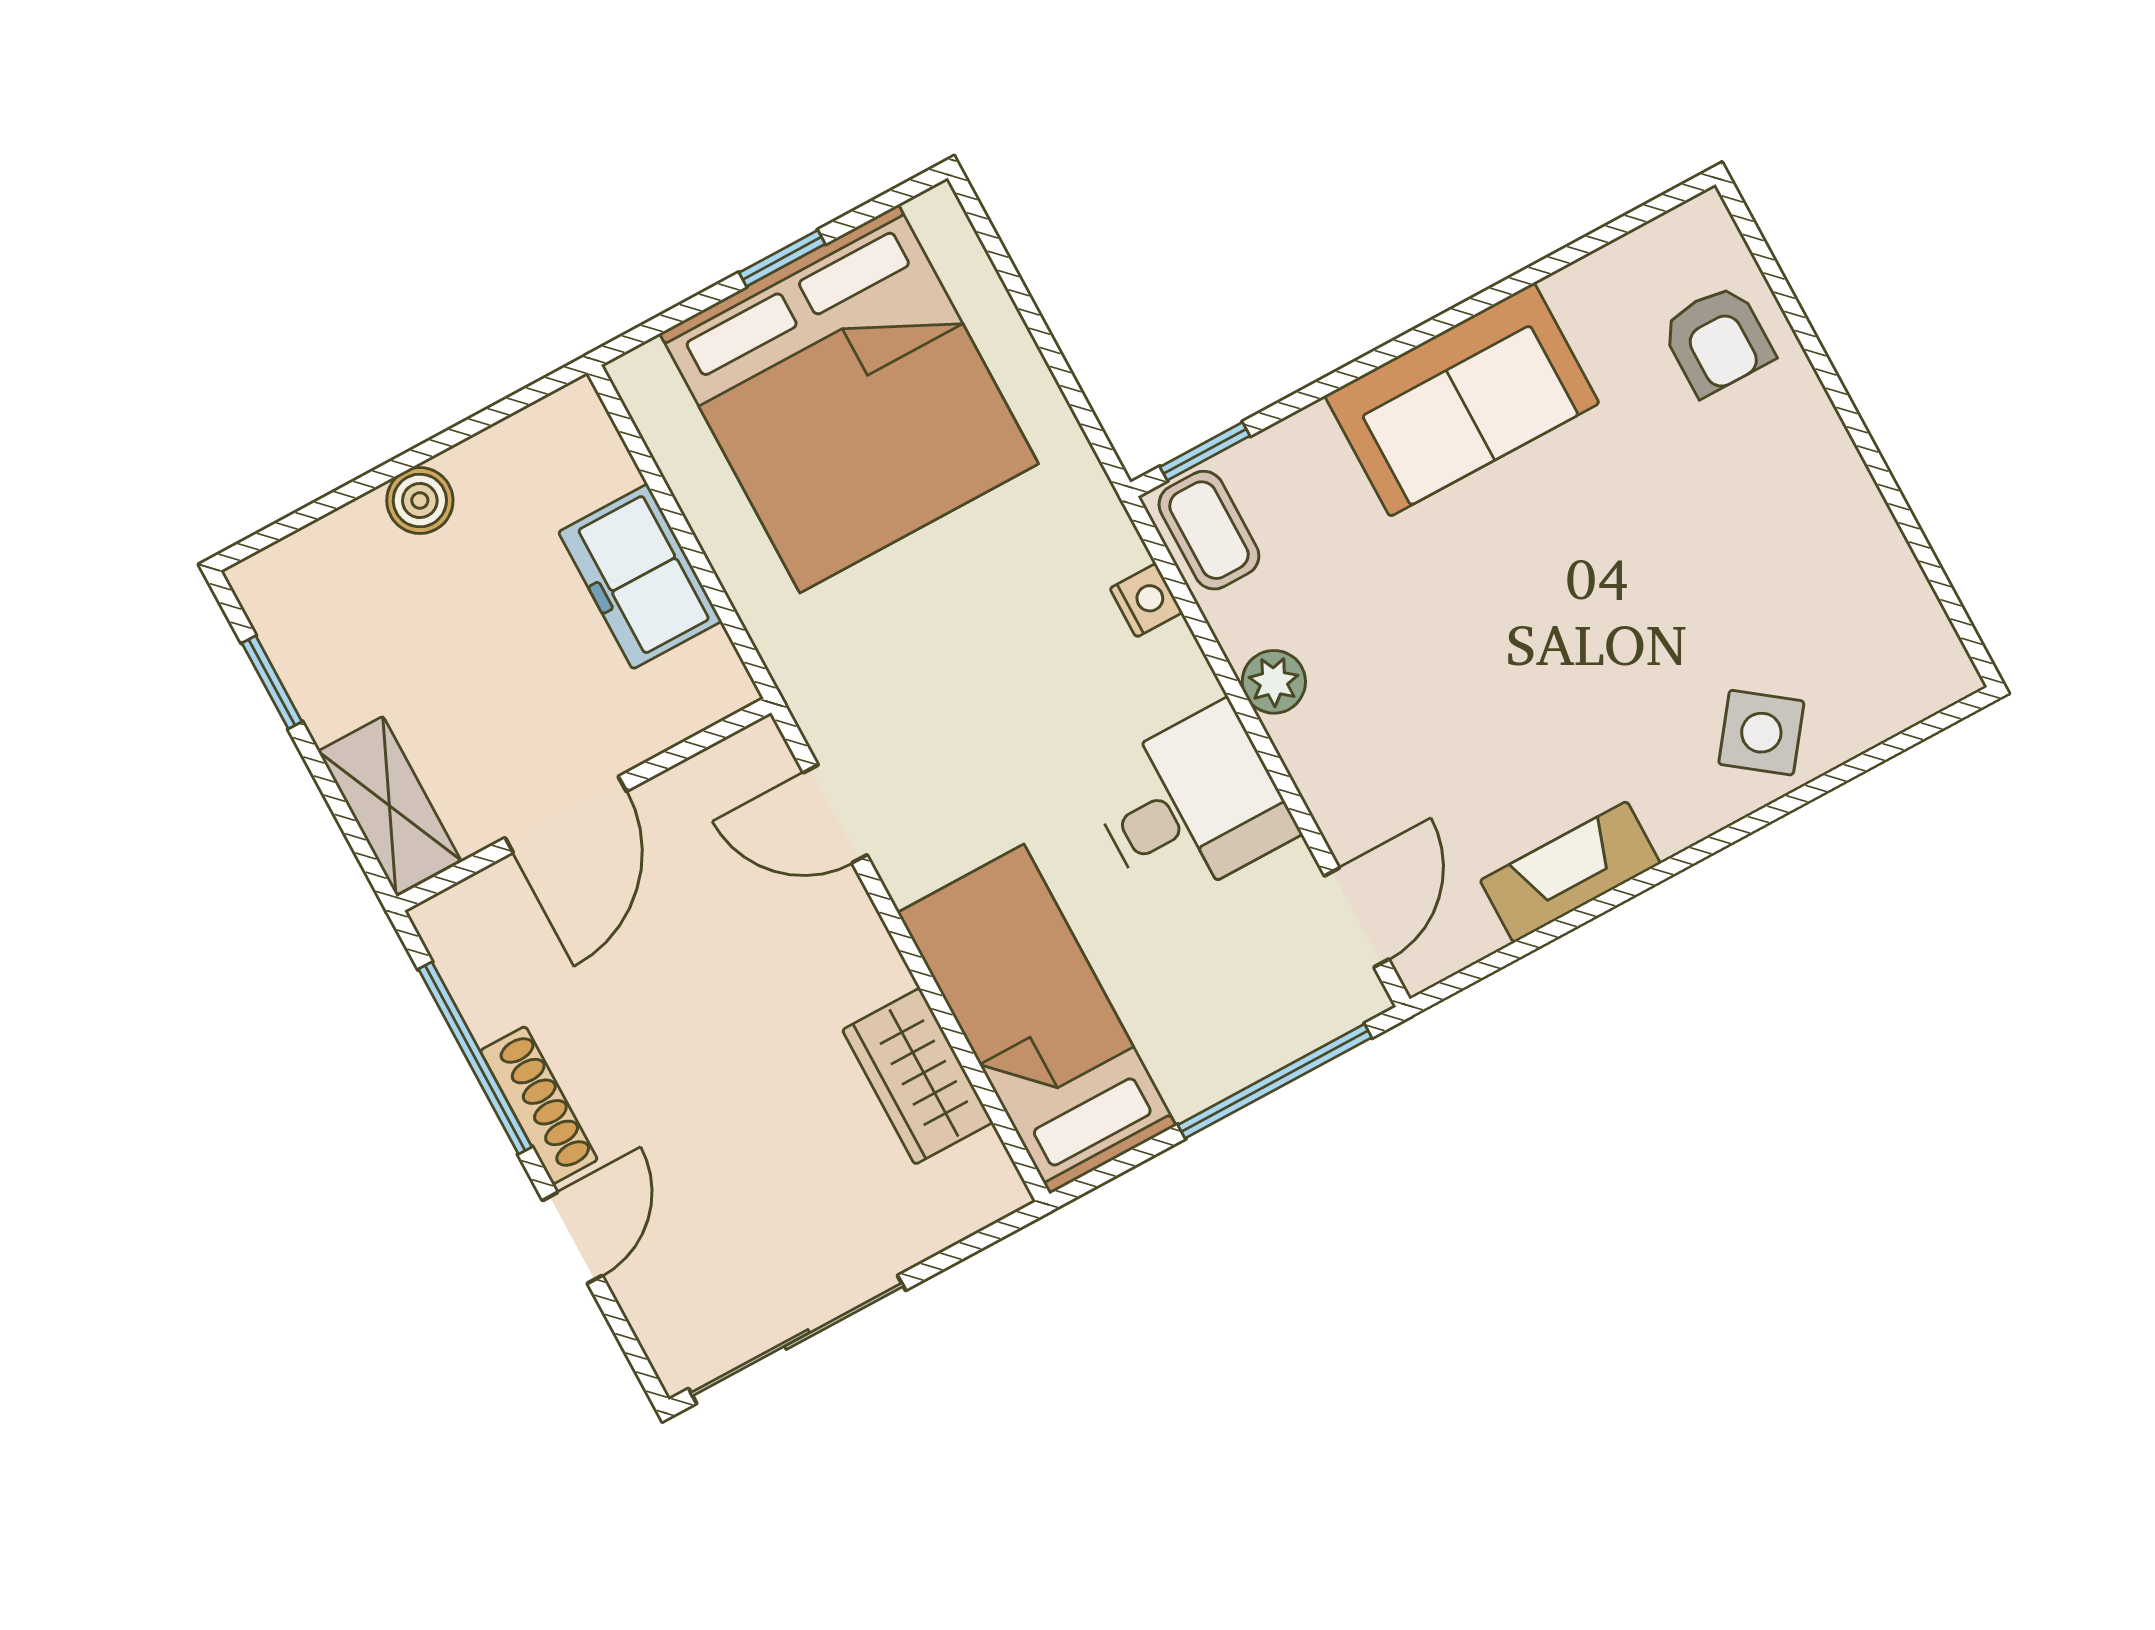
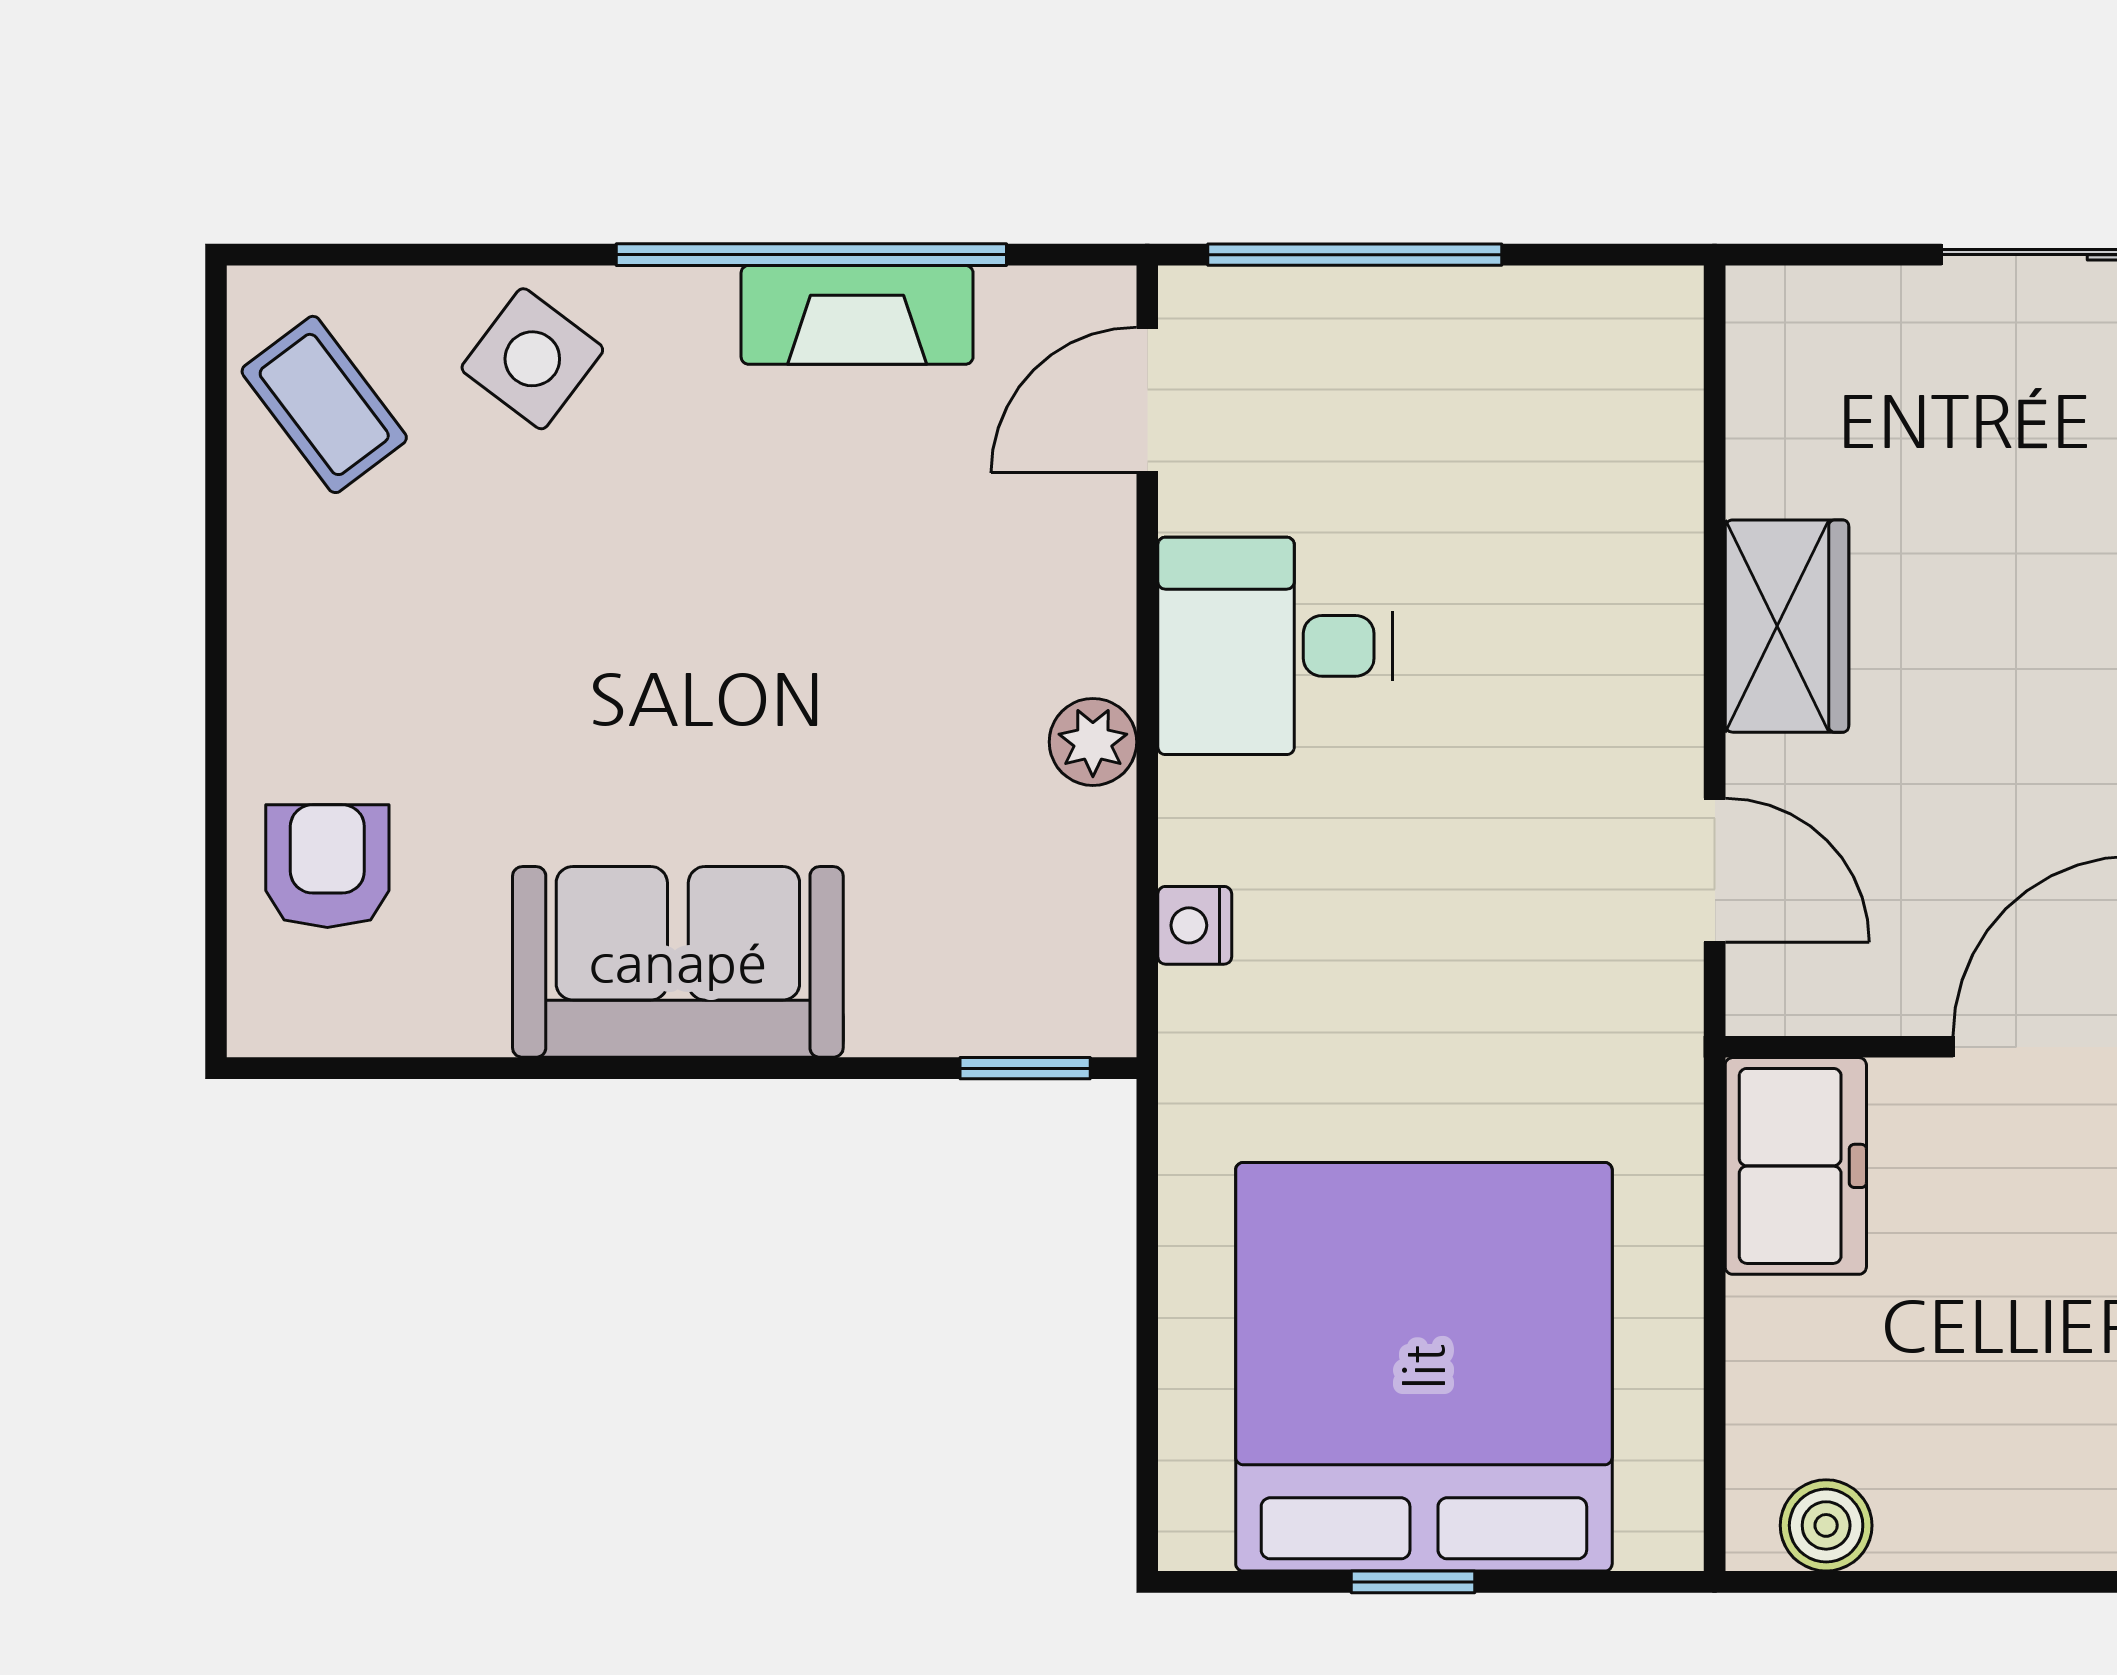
boiler: (420, 501) -> (1826, 1525), moved
coffee table: (1209, 530) -> (324, 404), moved, turned -37
freezer: (640, 576) -> (1796, 1166), moved
window: (1620, 895) -> (811, 255), added
bed: (1037, 1019) -> (1604, 487), removed
wardrobe: (918, 1076) -> (1787, 626), moved

